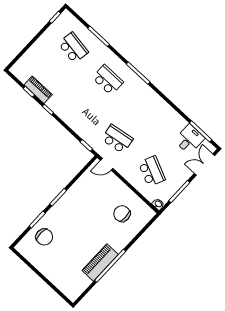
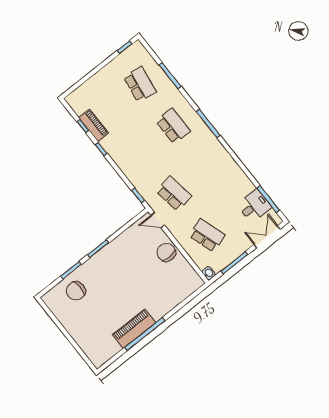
school desk: (152, 171) -> (207, 235), turned -42
chair: (122, 214) -> (166, 252), moved
chair: (44, 237) -> (76, 291), turned 88

